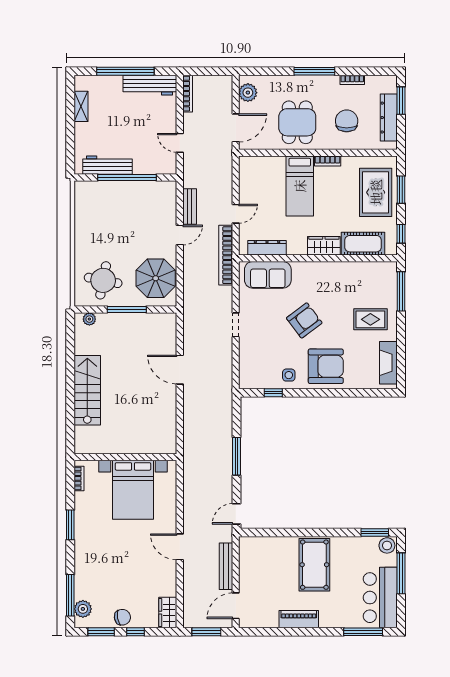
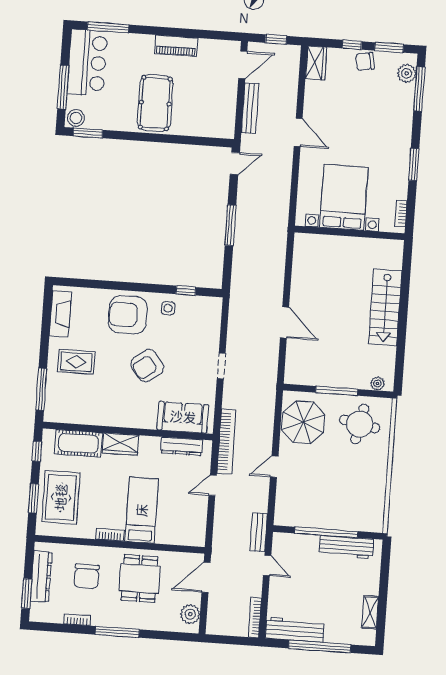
bench: (190, 206) -> (259, 532), moved
window: (206, 632) -> (276, 39), width x0.67

